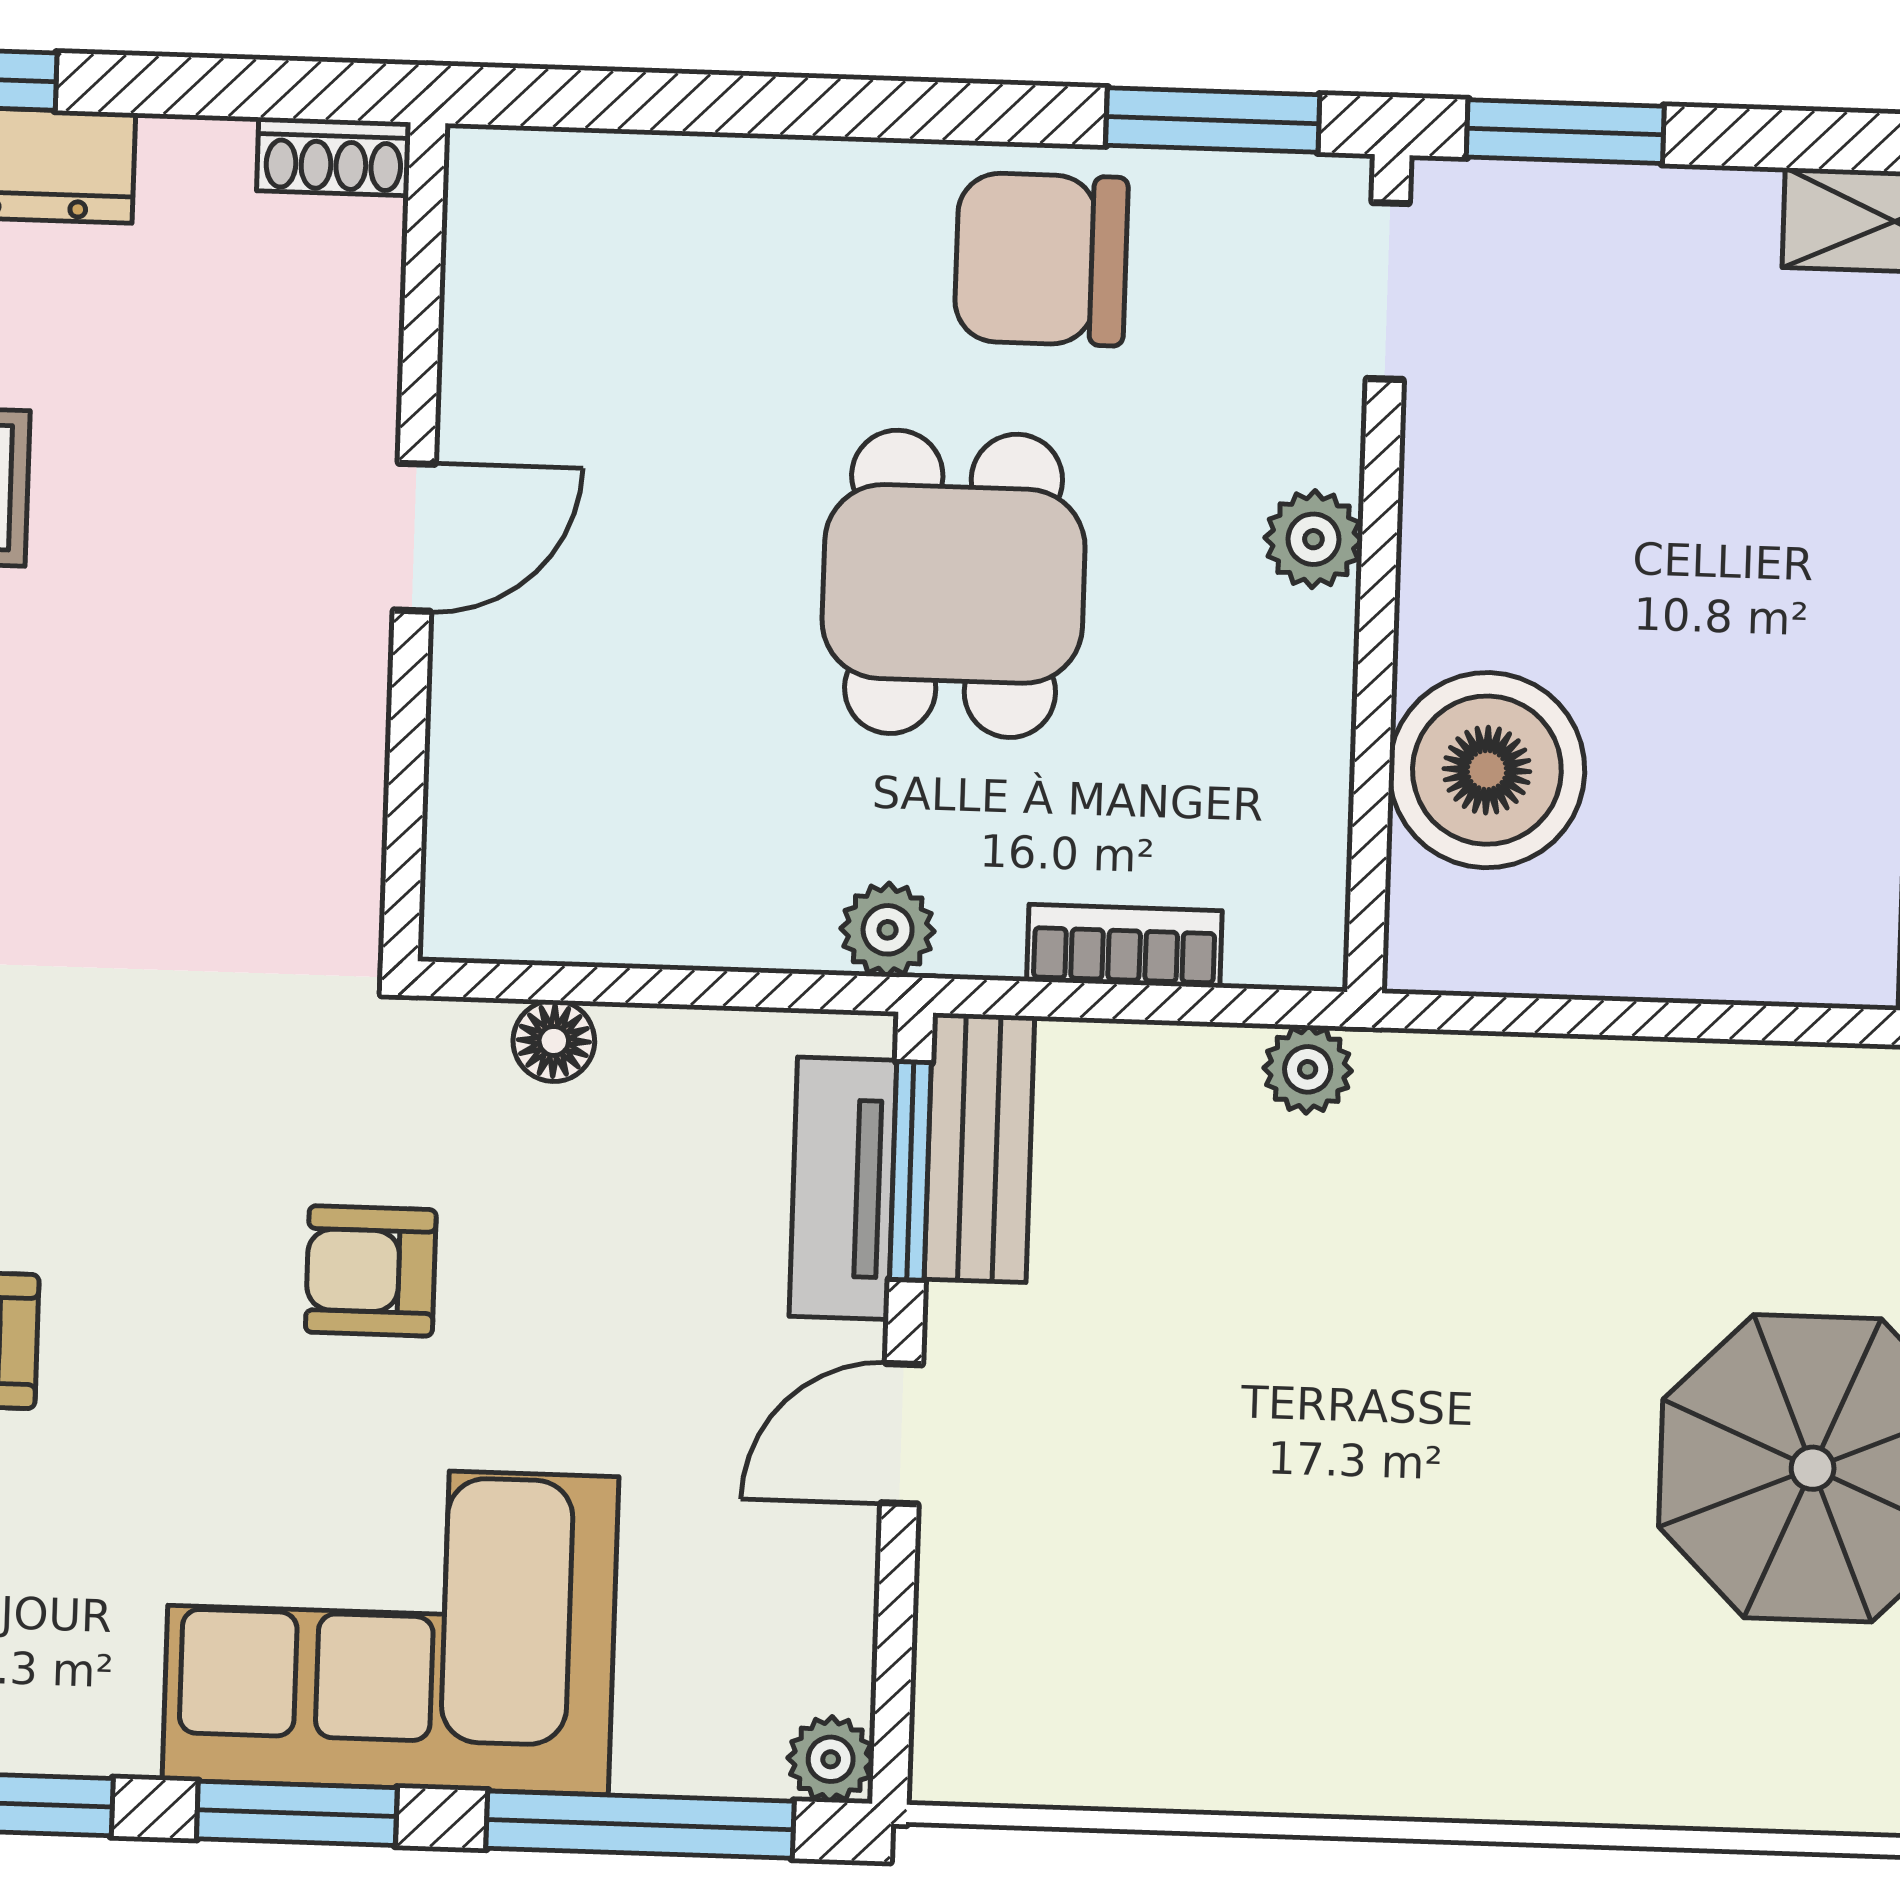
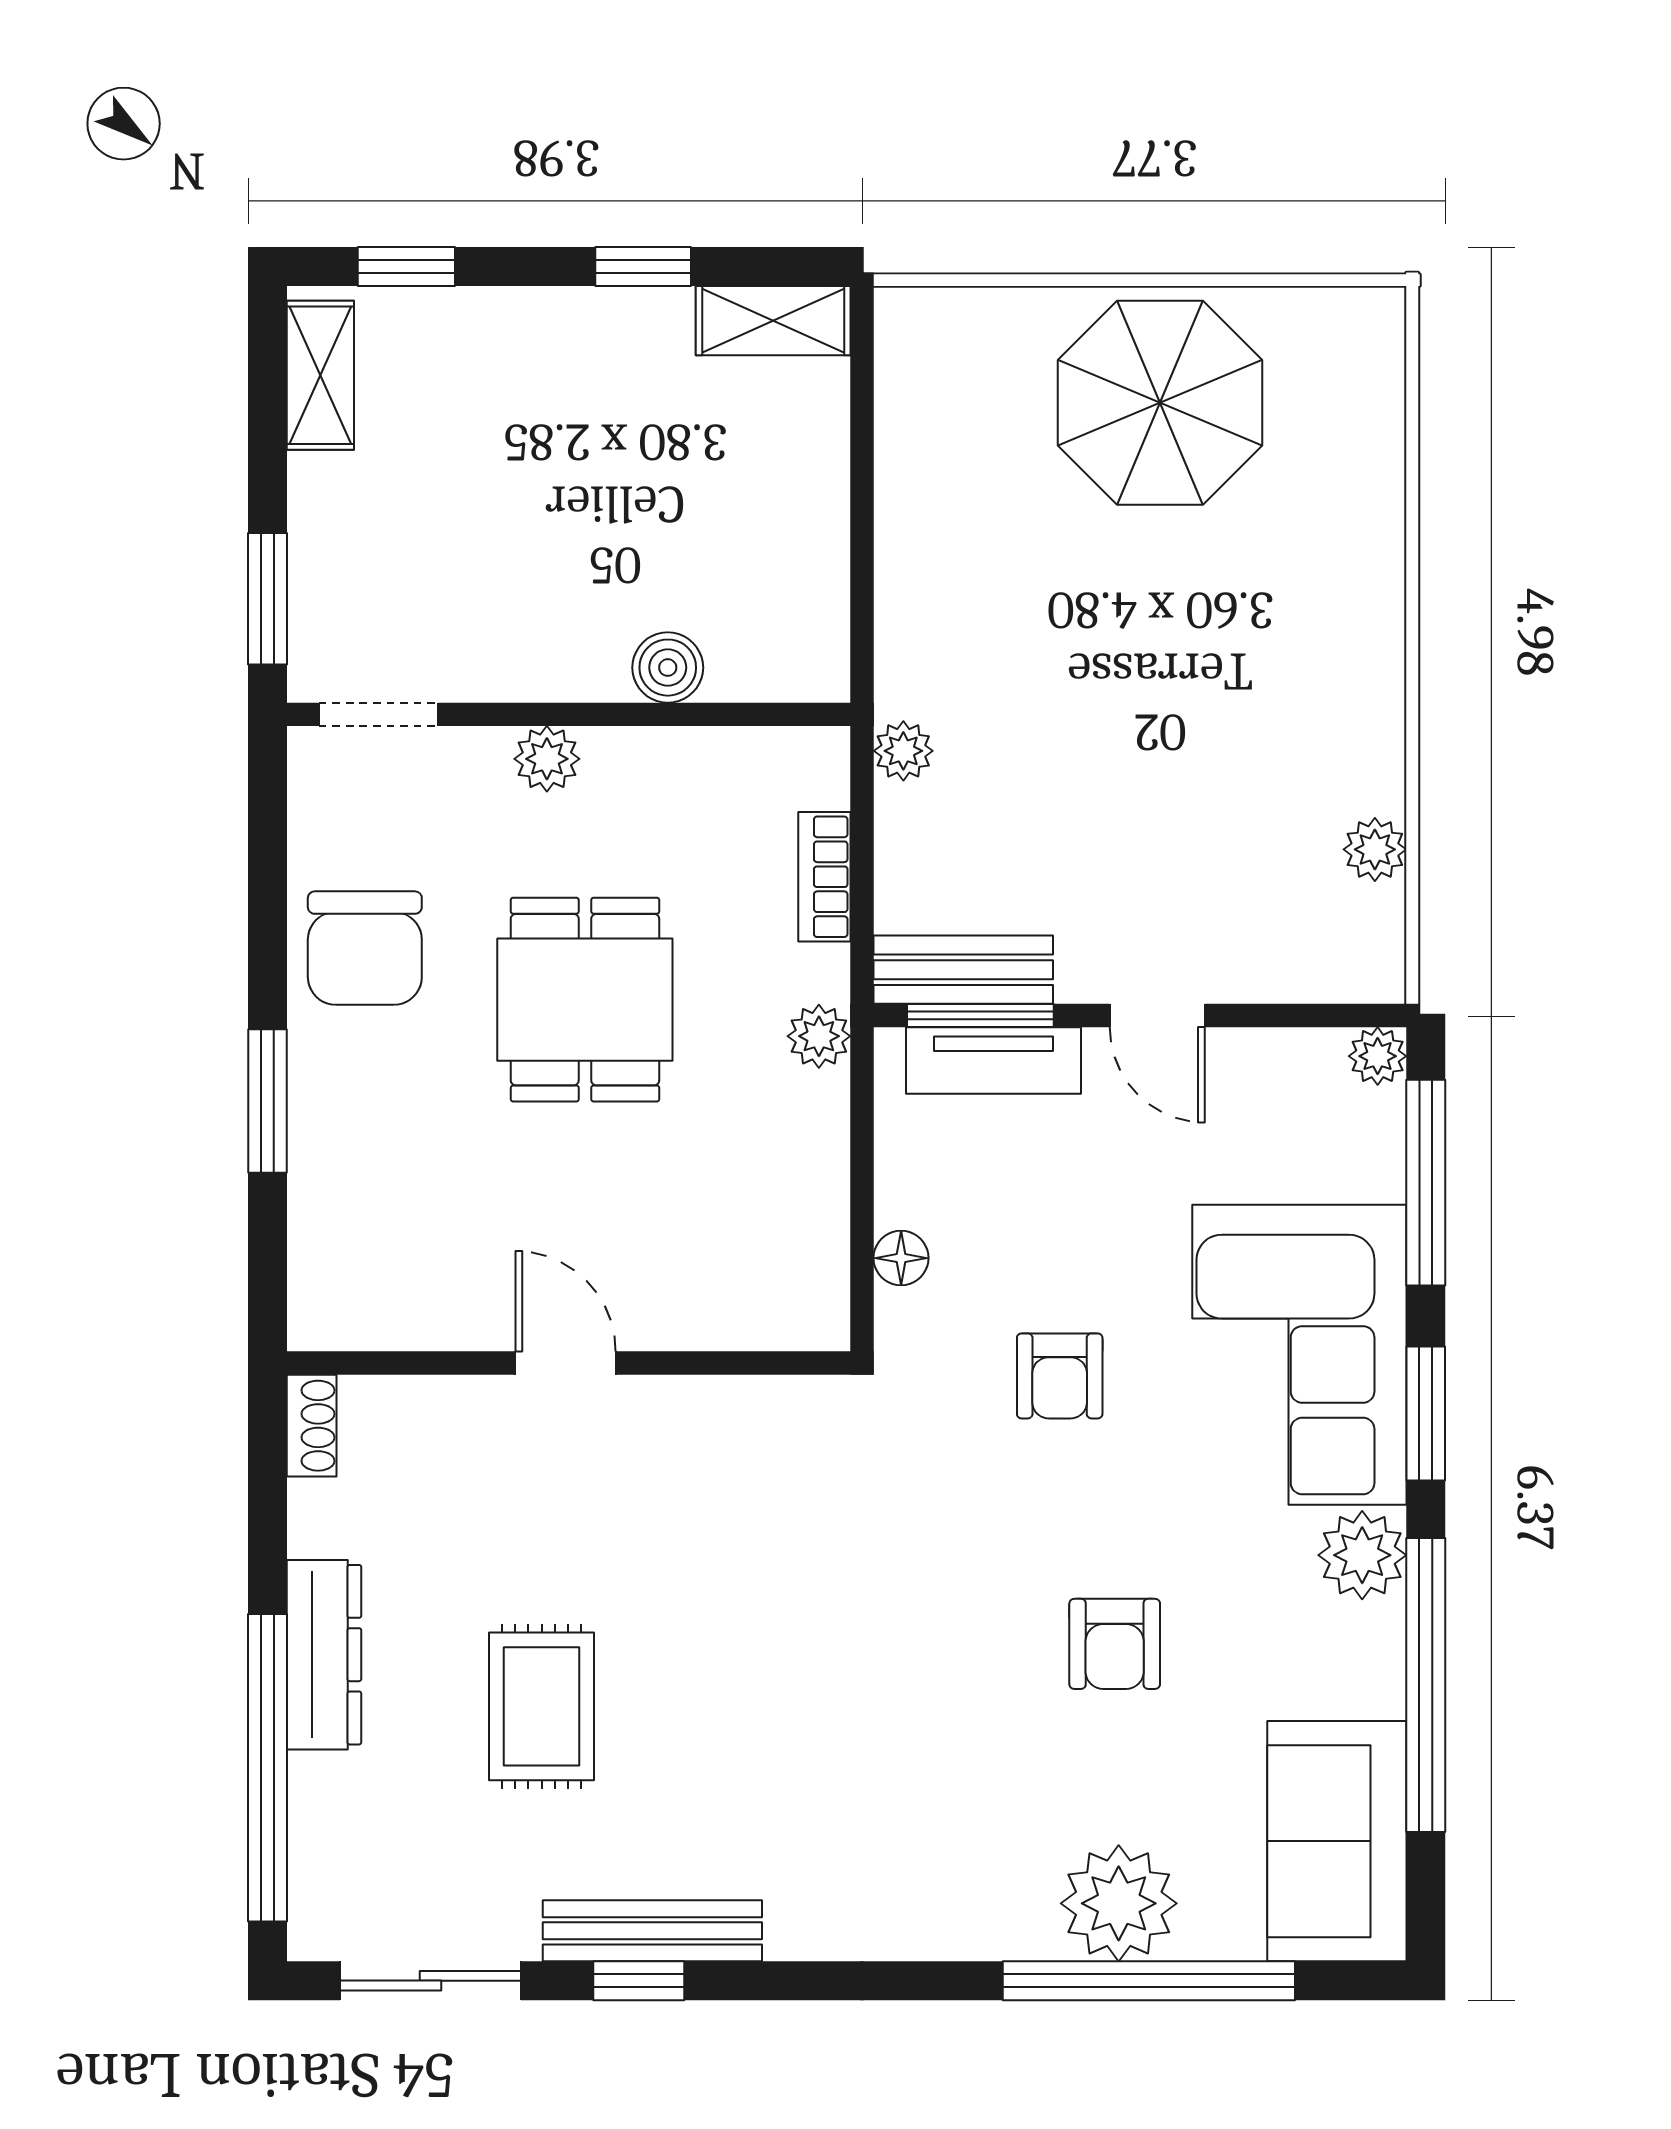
window: (1213, 120) -> (267, 1101), moved
dining table: (954, 584) -> (585, 1000), turned 90
boiler: (1487, 770) -> (668, 668), width x0.54, depth x0.54
plant: (89, 1712) -> (1362, 1555), added
plant: (1138, 1766) -> (1375, 849), added

